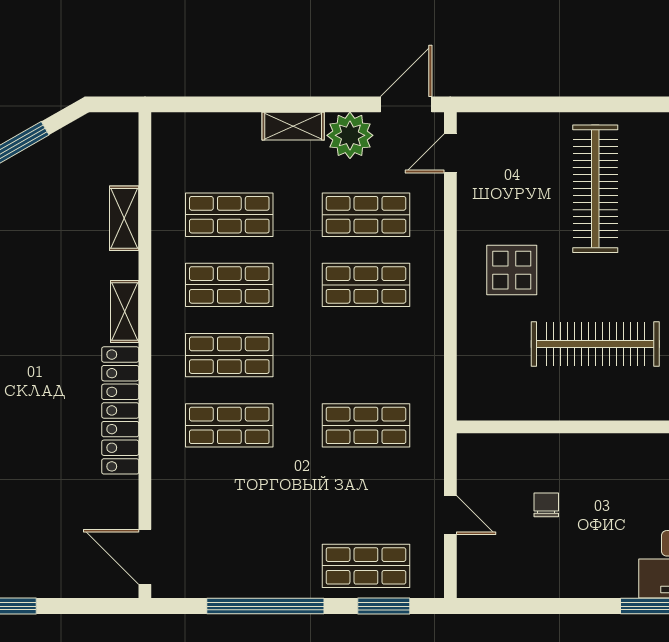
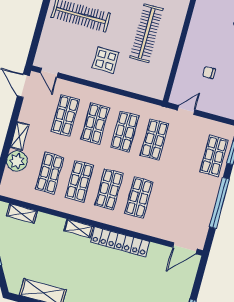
plant: (350, 135) -> (17, 161), moved
shelving: (124, 218) -> (22, 213), moved
shop shelf: (366, 355) -> (125, 132), added
door: (450, 515) -> (186, 110), moved

